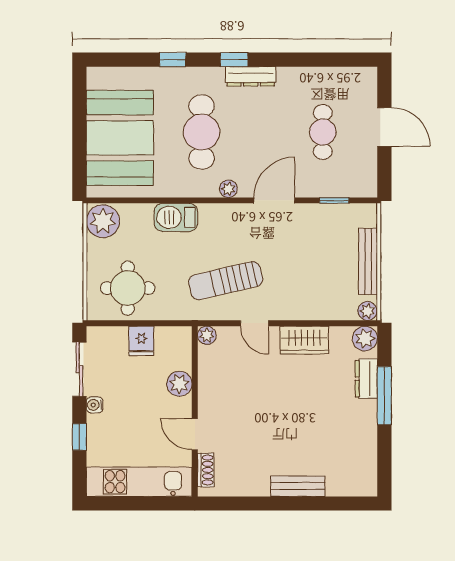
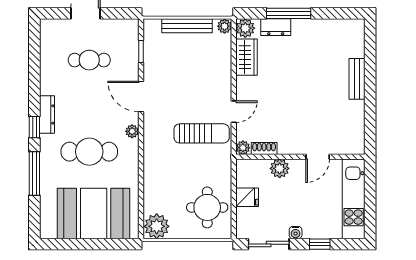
window: (173, 60) -> (34, 173), width x2.17
barbecue: (176, 217) -> (154, 171), removed
sun lounger: (226, 281) -> (202, 133), turned -77
wardrobe: (304, 340) -> (246, 57), moved
shoe rack: (206, 470) -> (264, 148), moved

